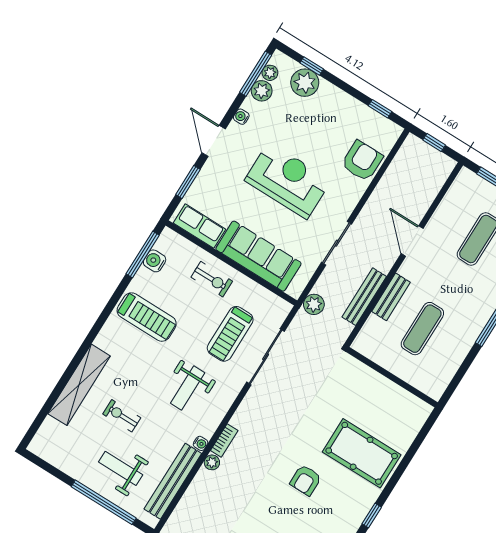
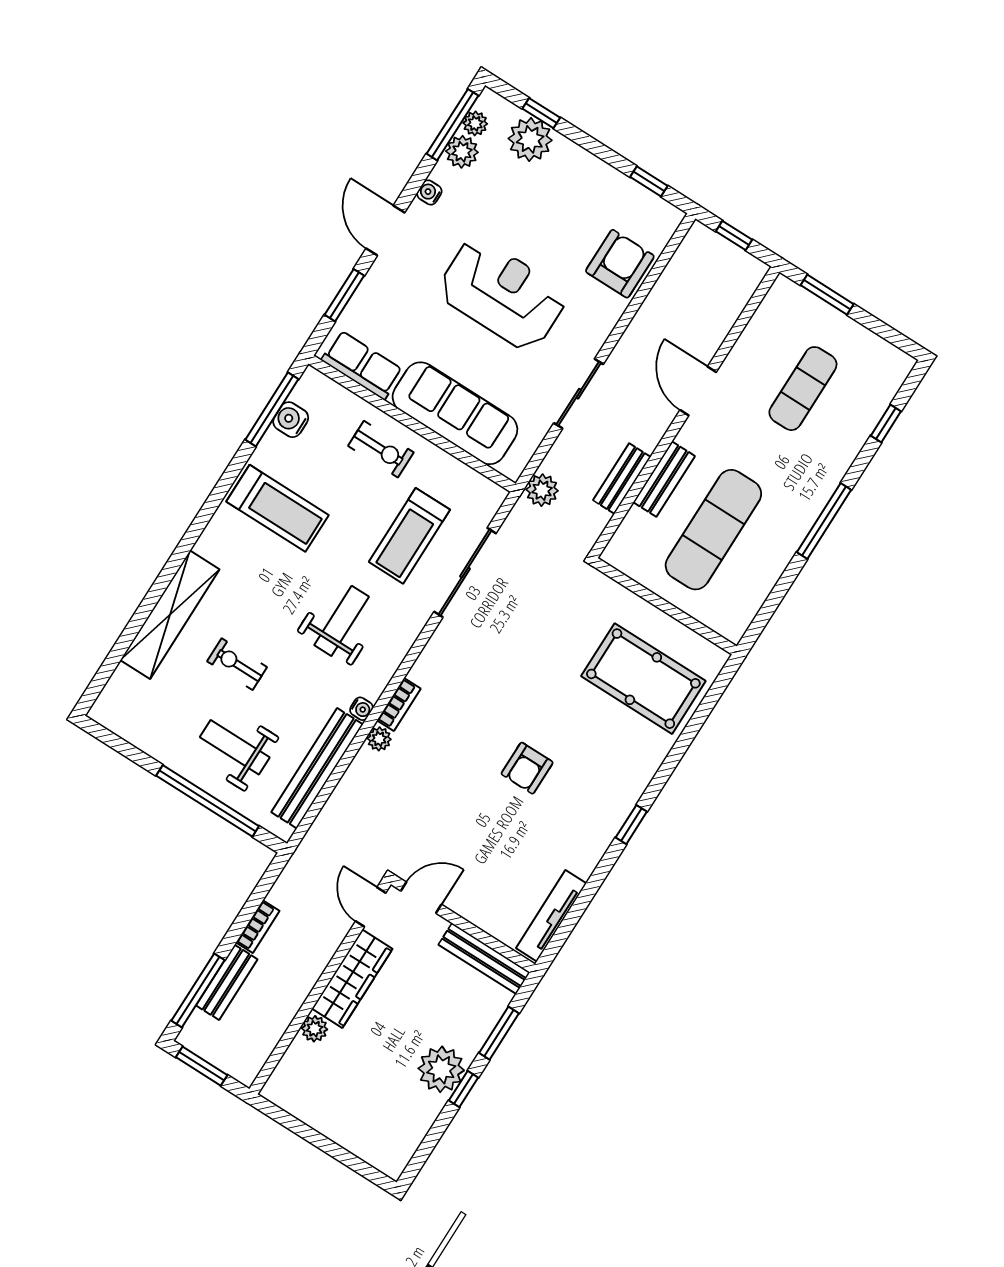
bench: (364, 297) -> (622, 479), width x0.73
exercise mat: (422, 329) -> (713, 530), width x1.36, depth x1.45
weight bench: (188, 388) -> (342, 621), turned 180
pool table: (362, 453) -> (643, 679), moved

